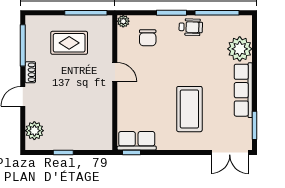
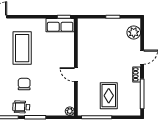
chair: (148, 38) -> (24, 84), moved
rug: (69, 43) -> (109, 96), turned 90

